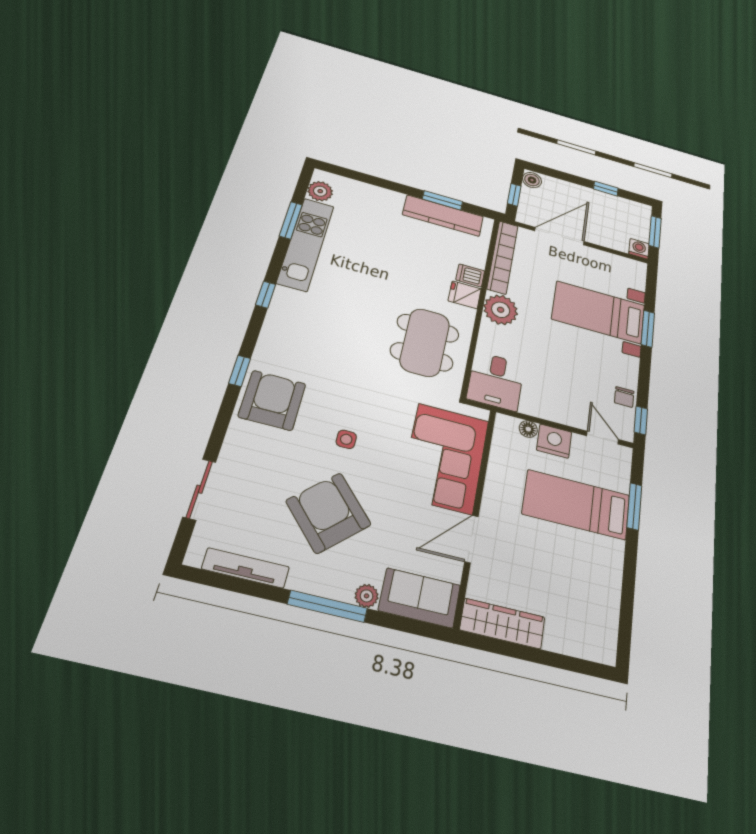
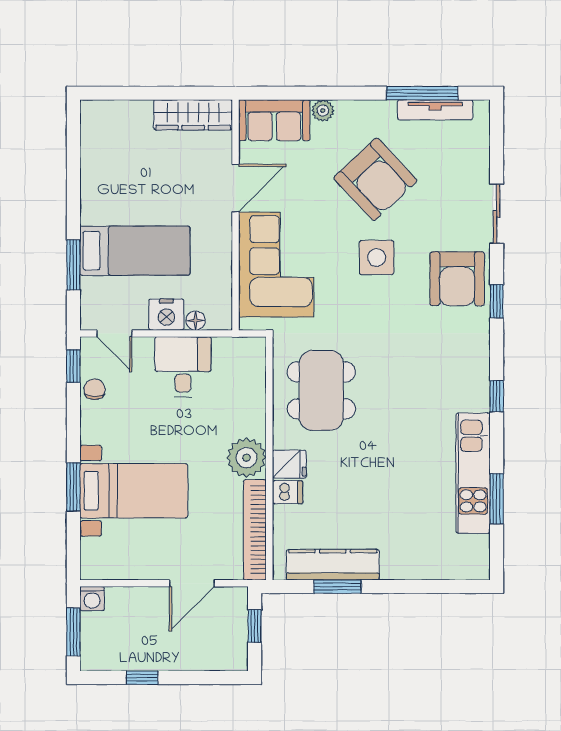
boiler: (532, 180) -> (236, 657), removed
plant: (320, 191) -> (476, 550), removed
door: (560, 236) -> (192, 583), width x0.73
desk: (496, 381) -> (183, 367), moved
side table: (346, 439) -> (377, 258), width x1.87, depth x1.87
sliding door: (199, 489) -> (497, 214), moved
window: (327, 606) -> (422, 93), moved

